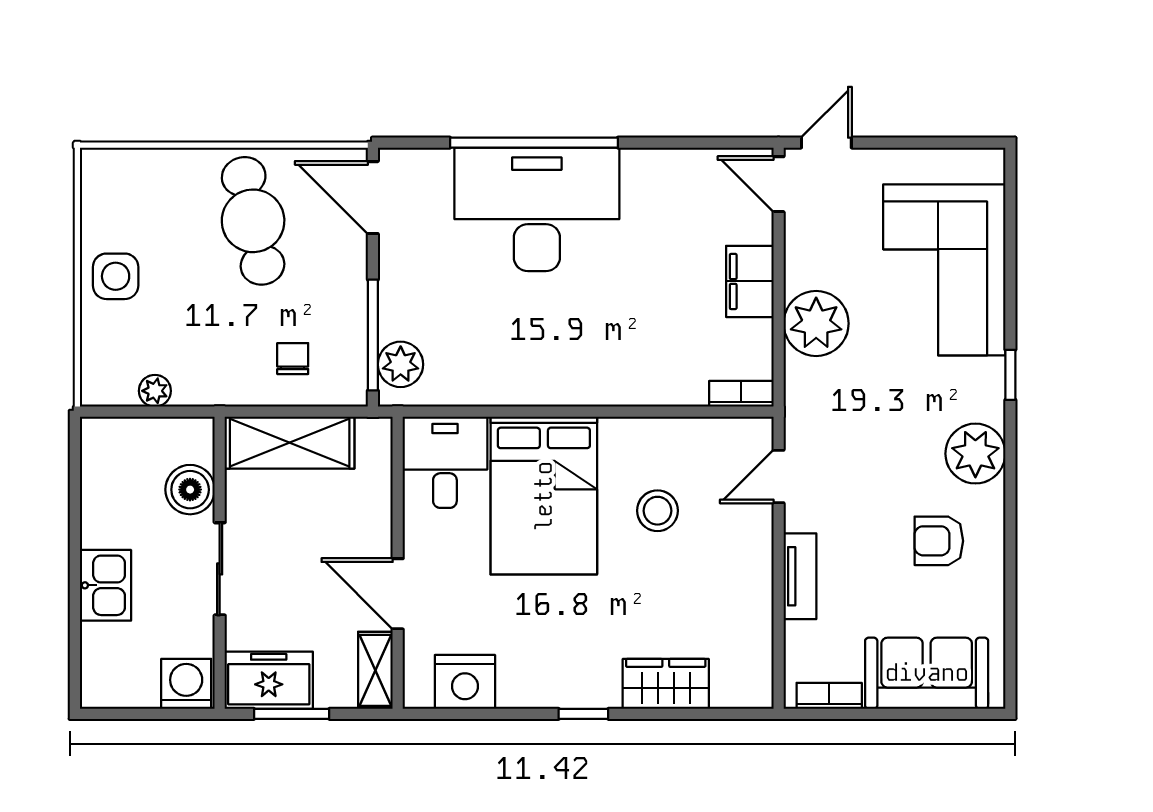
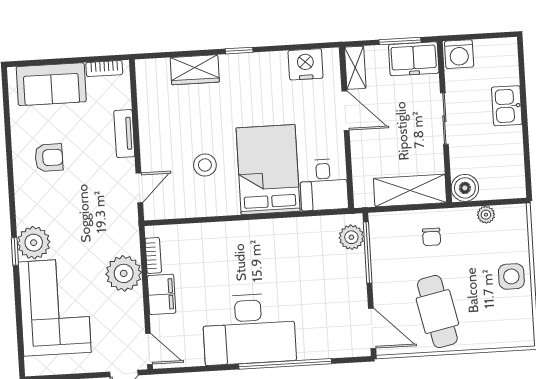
desk: (537, 209) -> (249, 329), moved
chair: (293, 359) -> (432, 237), moved
bookcase: (741, 394) -> (153, 255), moved, turned -90
plant: (975, 454) -> (34, 243), moved
boiler: (190, 490) -> (465, 188), moved

